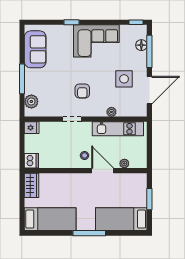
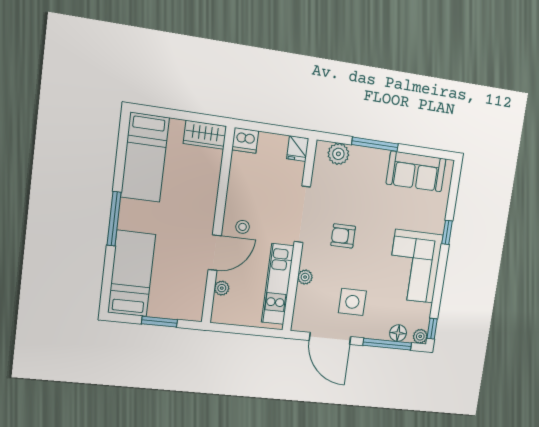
plant: (142, 30) -> (420, 336), added
doorway: (72, 119) -> (302, 214), width x1.88

